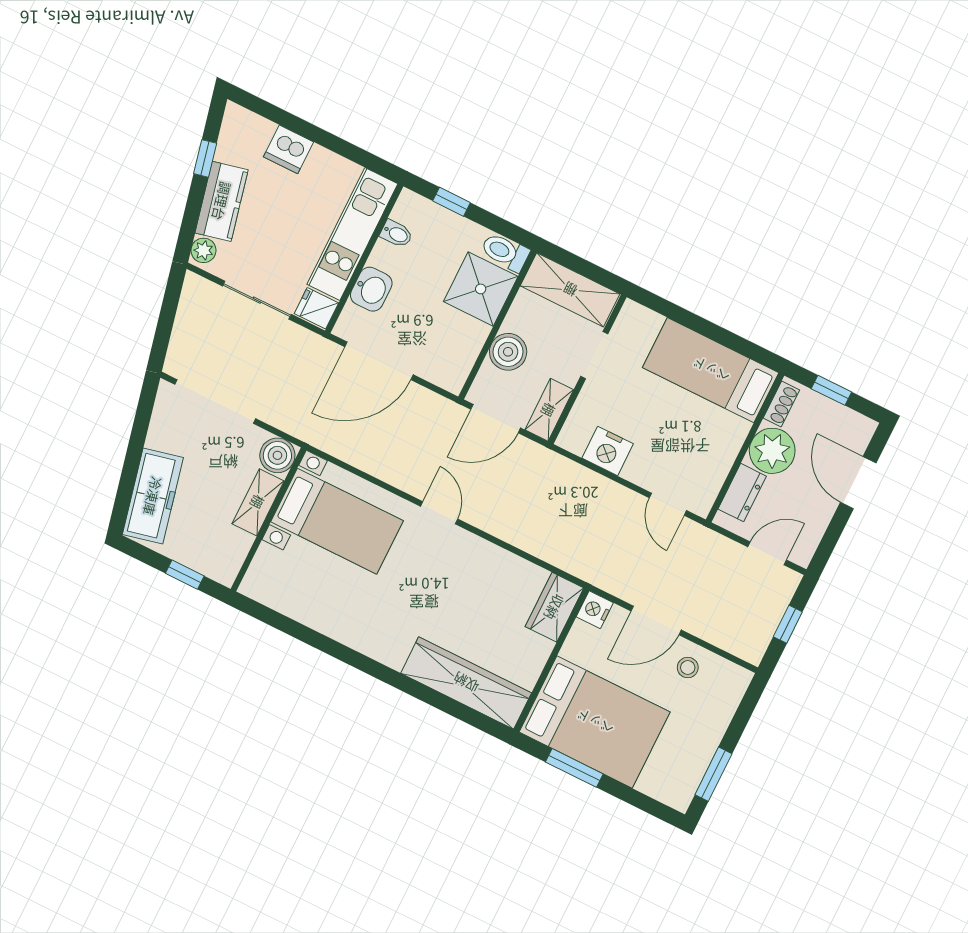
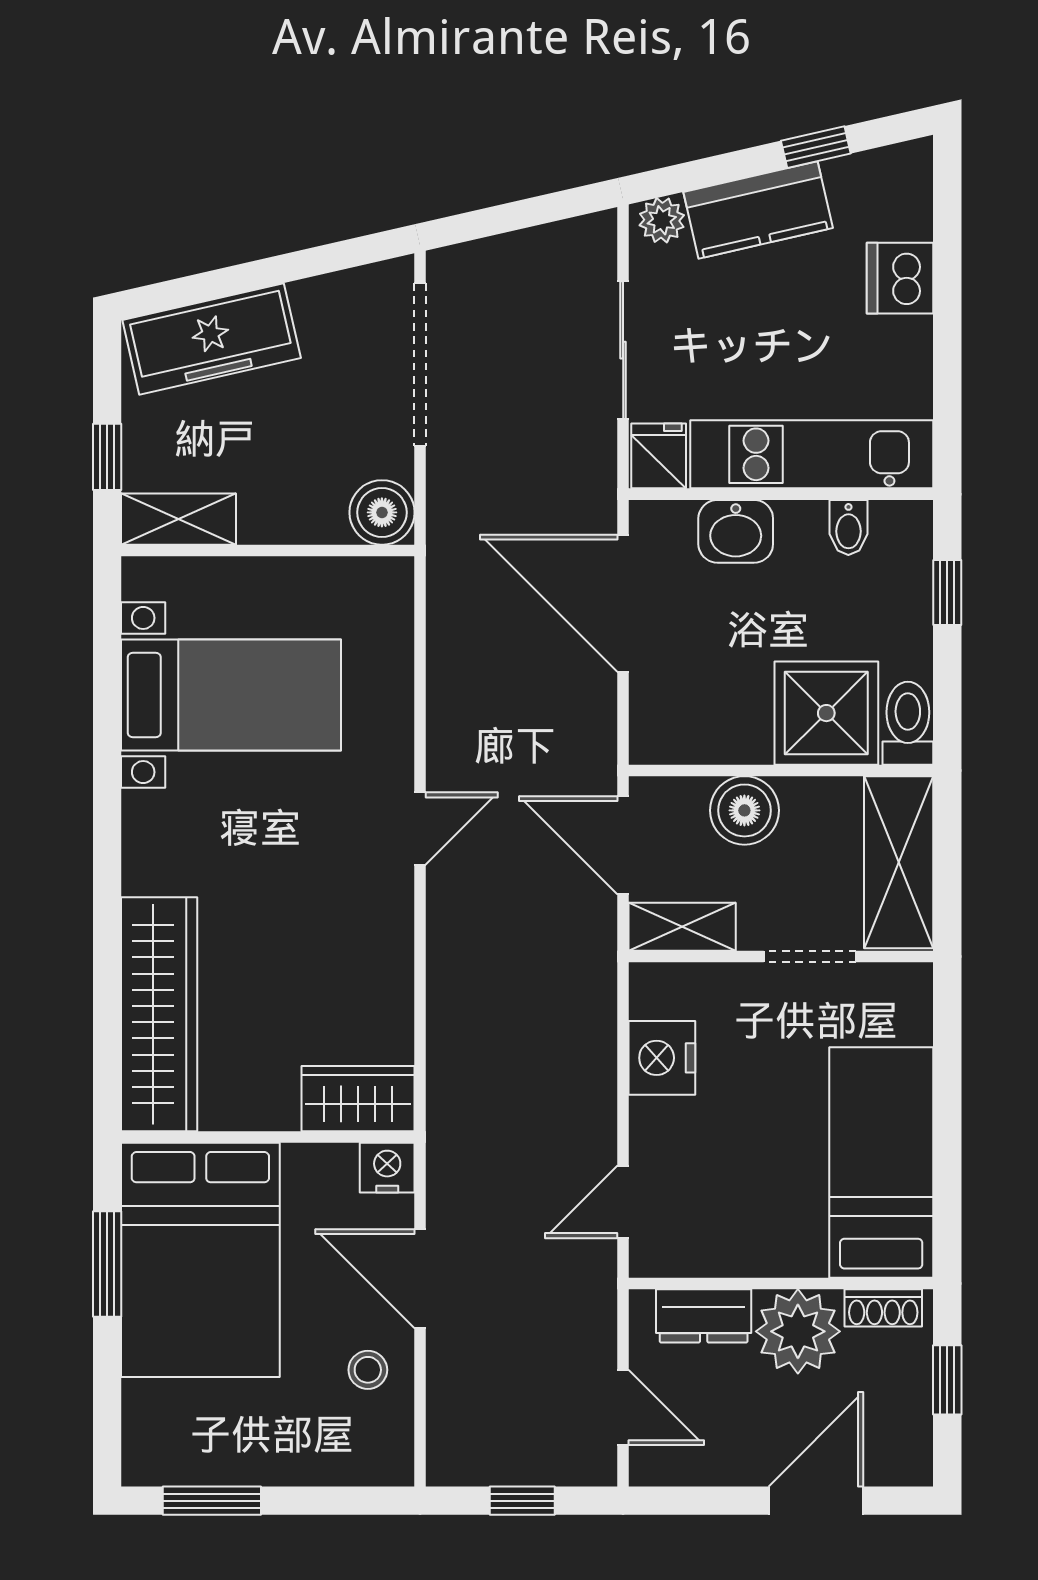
shelving: (258, 502) -> (179, 519), moved
bed with nightstands: (337, 521) -> (231, 695), moved, turned -90

